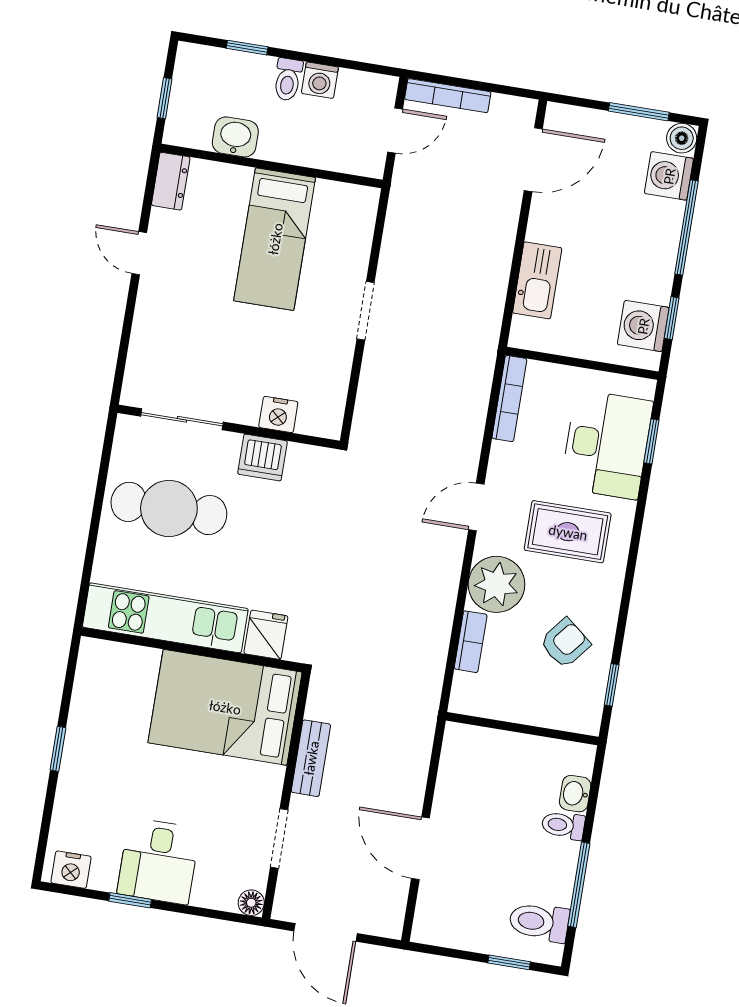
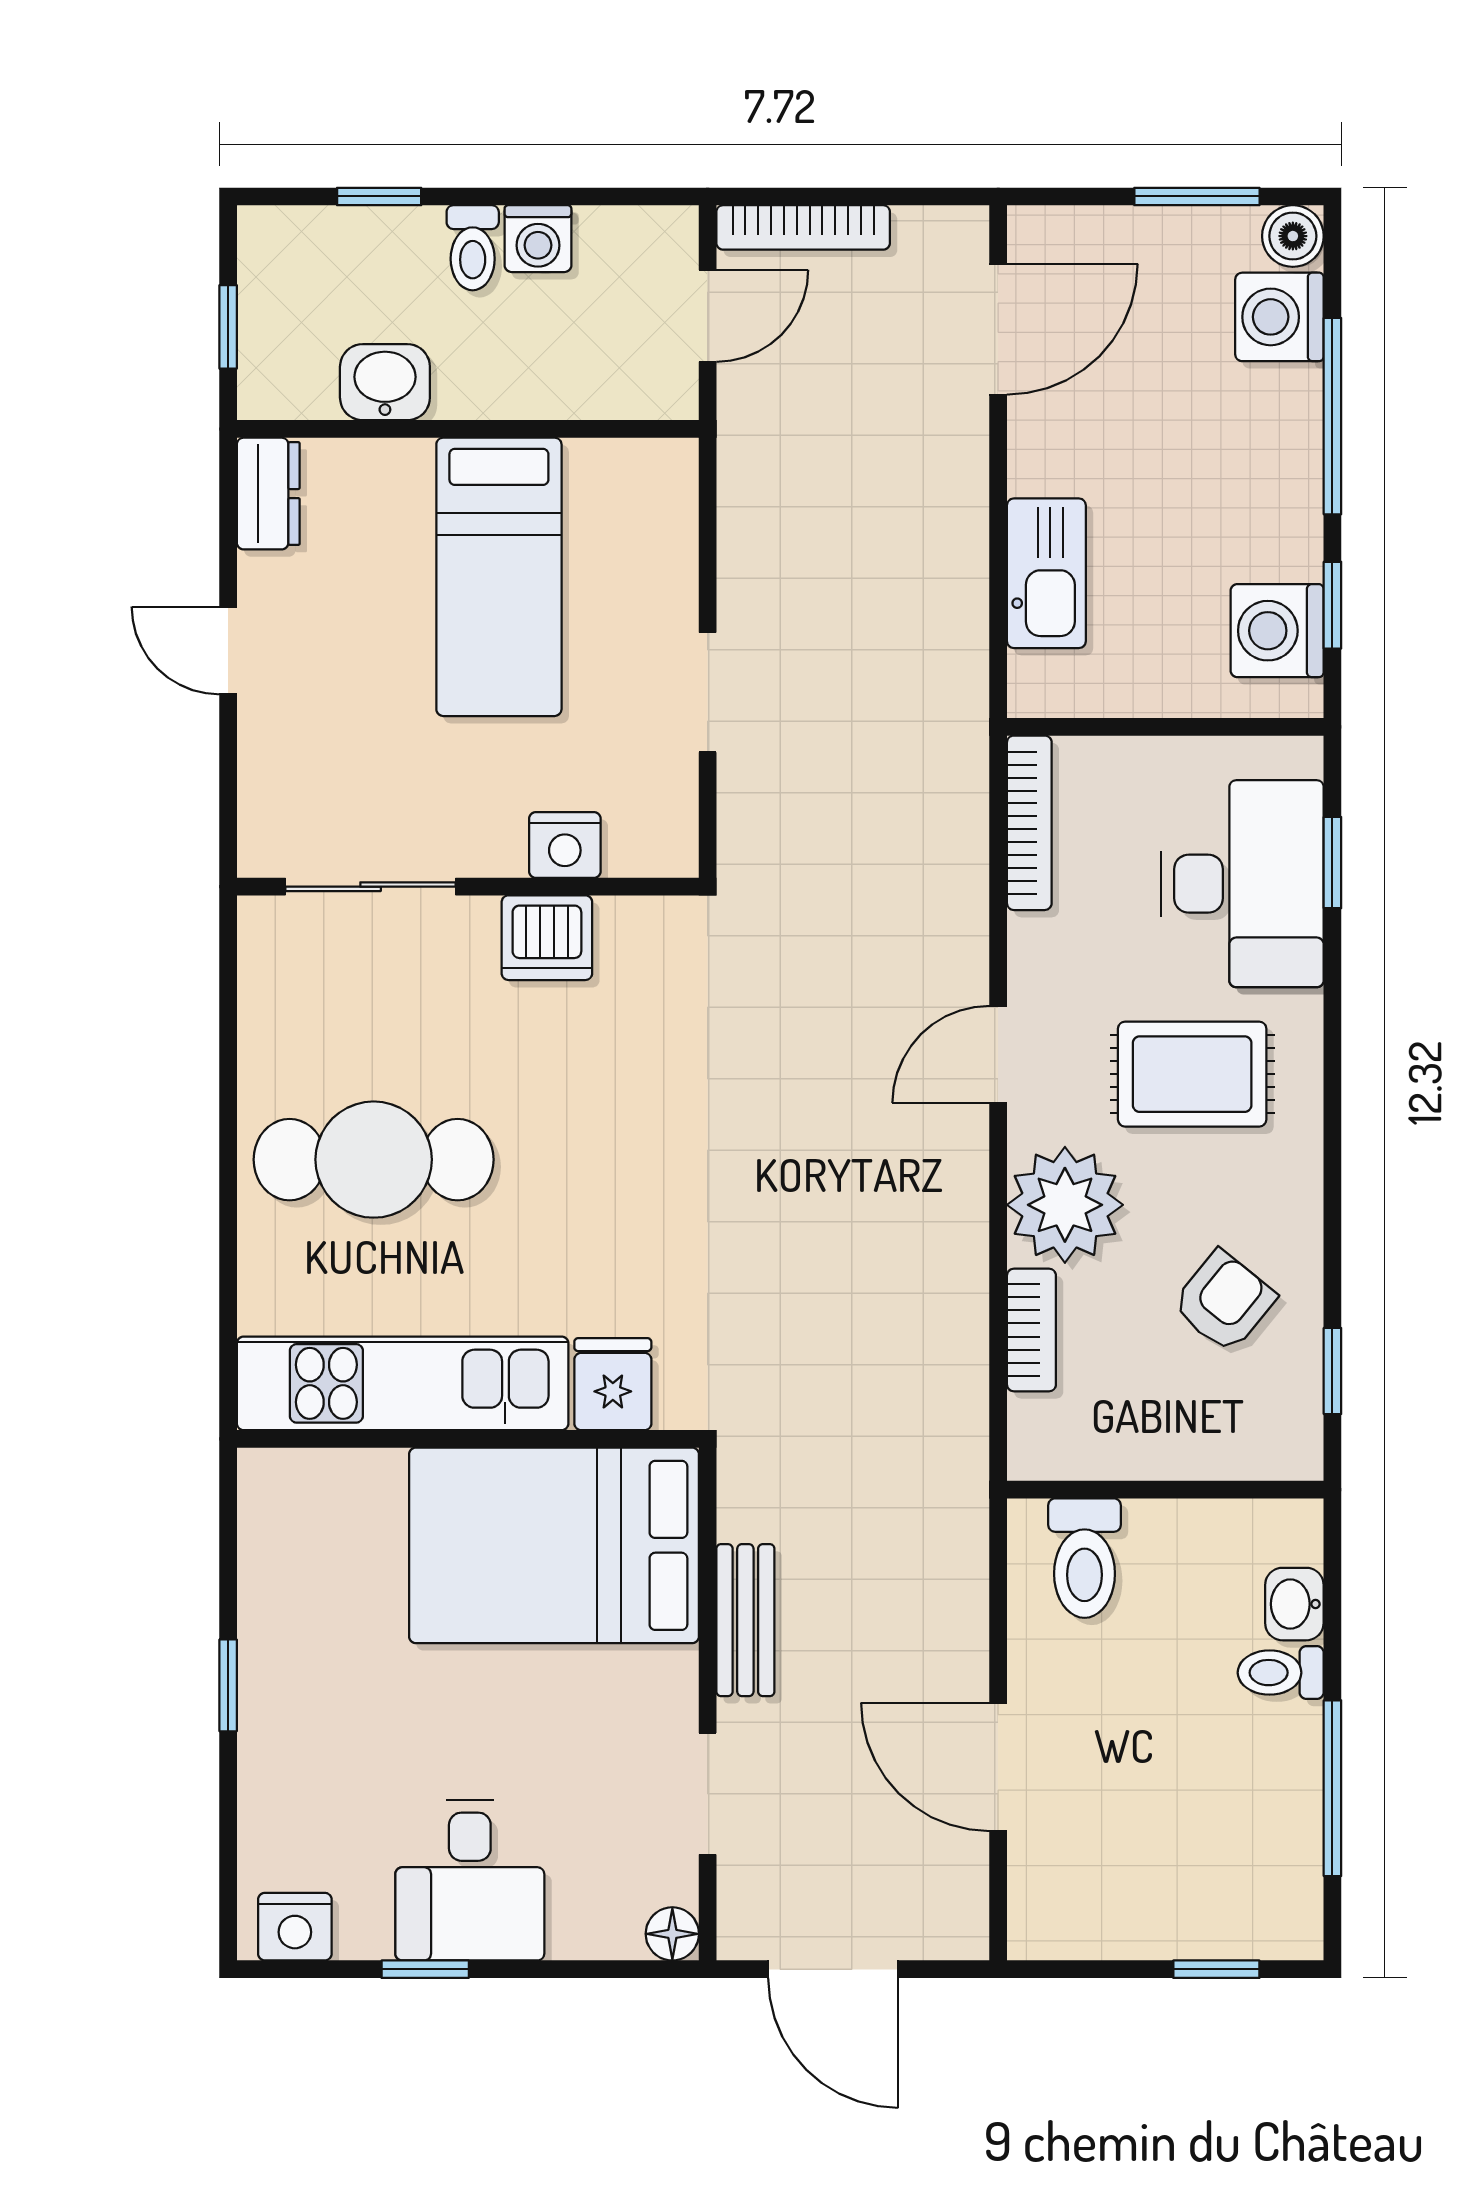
nightstand: (278, 415) -> (565, 845), moved
sliding door: (182, 419) -> (371, 887), moved
wall: (229, 427) -> (468, 887), moved
dishwasher: (262, 458) -> (547, 938), moved
toilet: (539, 922) -> (1085, 1558), moved, turned -90

